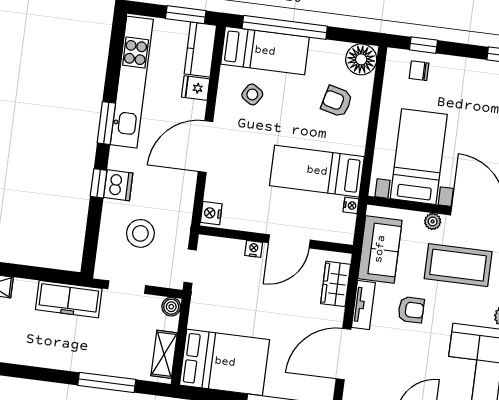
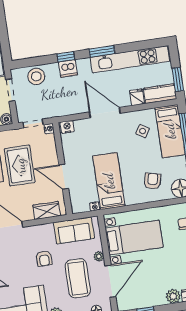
stool: (140, 233) -> (36, 76), moved
nightstand: (254, 249) -> (49, 129), moved
tv unit: (363, 305) -> (39, 230), removed
rug: (251, 307) -> (20, 166), added

